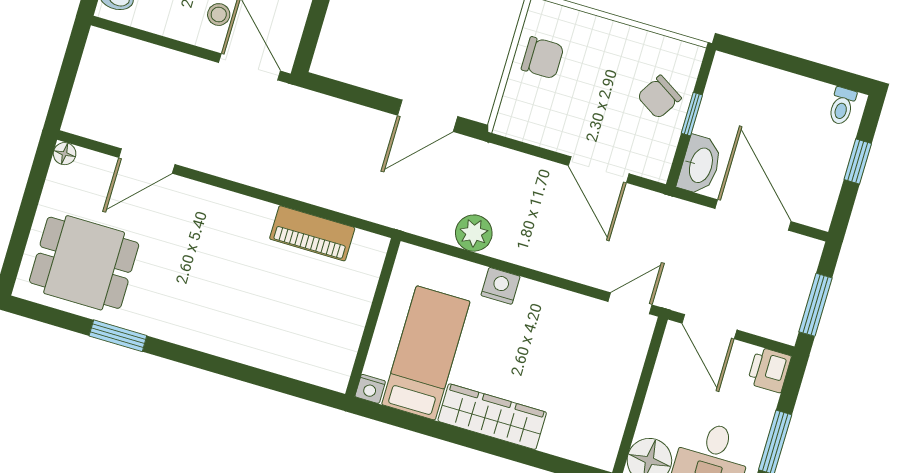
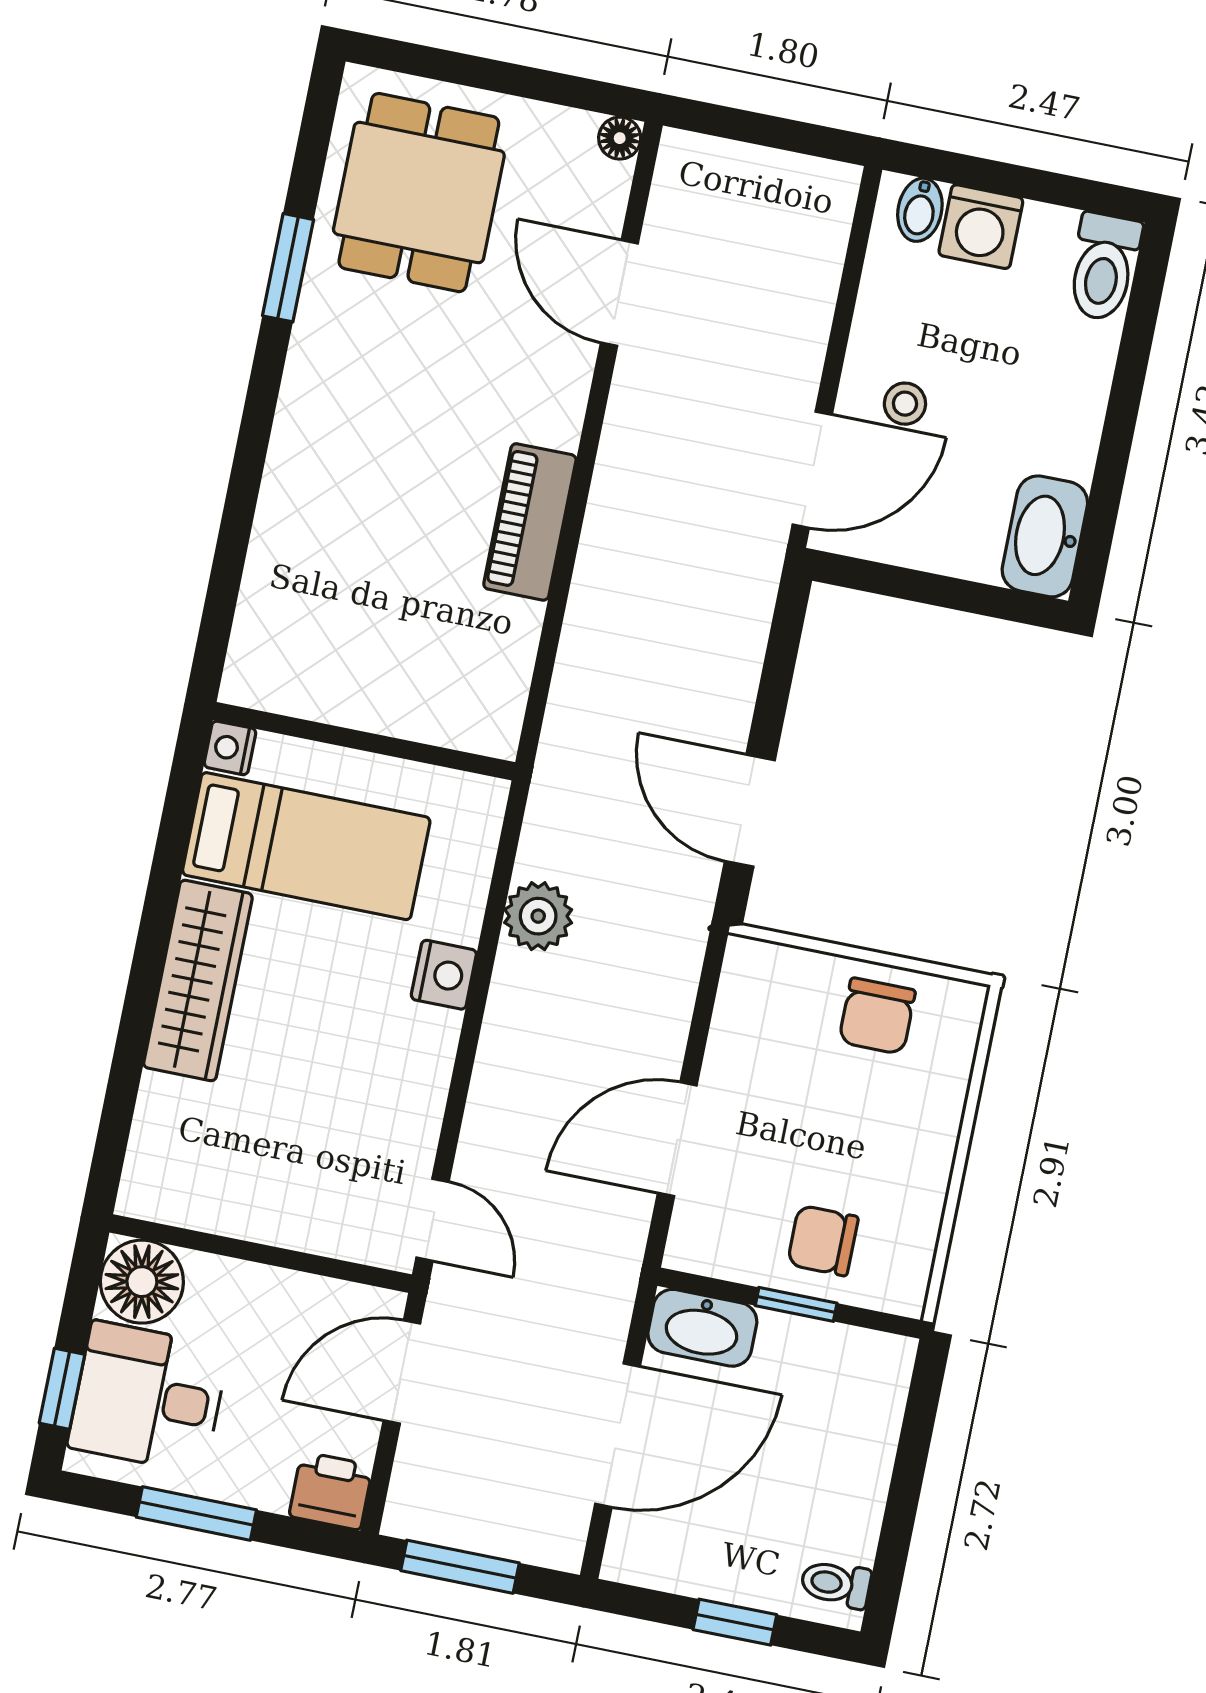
chair: (659, 97) -> (823, 1241), turned -32
piano: (312, 233) -> (530, 522), moved

